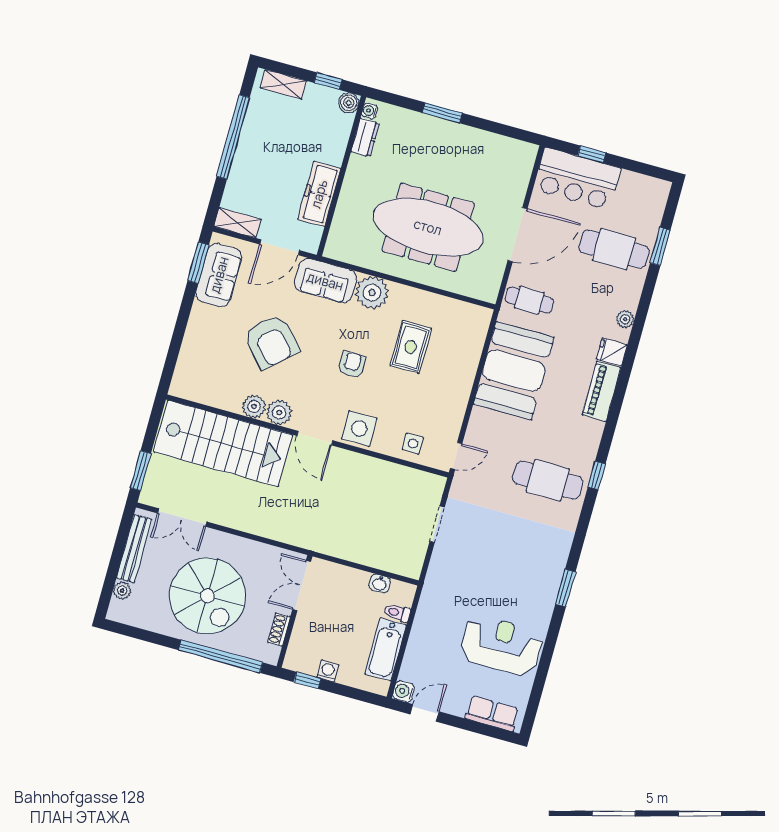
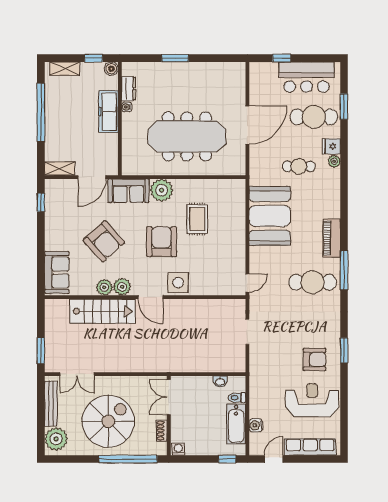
water cooler: (370, 111) -> (127, 107), moved
bar counter: (577, 179) -> (306, 77), moved
freezer: (319, 194) -> (108, 112), moved
window: (198, 263) -> (41, 202), width x0.67
sofa: (219, 275) -> (57, 272), moved
cafe table: (529, 300) -> (299, 166), moved
fridge: (612, 352) -> (331, 146), moved
armchair: (352, 365) -> (161, 242), width x1.88, depth x1.88
piano: (601, 391) -> (332, 238), moved
stairs: (223, 443) -> (102, 311), width x0.73, depth x0.66
side table: (413, 444) -> (216, 283), removed
window: (597, 475) -> (344, 270), width x2.17
armchair: (521, 589) -> (315, 360), added
plant: (122, 591) -> (56, 439), width x1.88, depth x1.88
spiral stairs: (207, 596) -> (108, 421), turned -90
washing machine: (328, 671) -> (178, 449), moved
window: (307, 680) -> (227, 459), moved
water cooler: (404, 691) -> (256, 425), moved
row of seats: (492, 713) -> (310, 447), width x1.48

